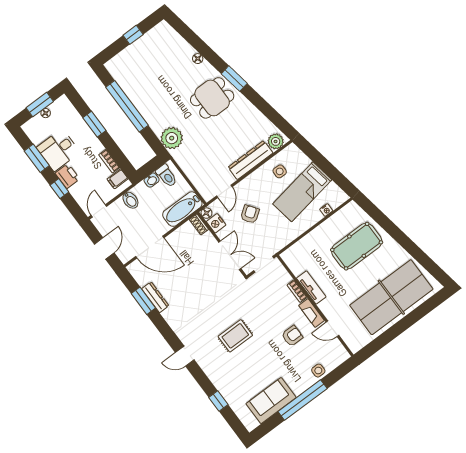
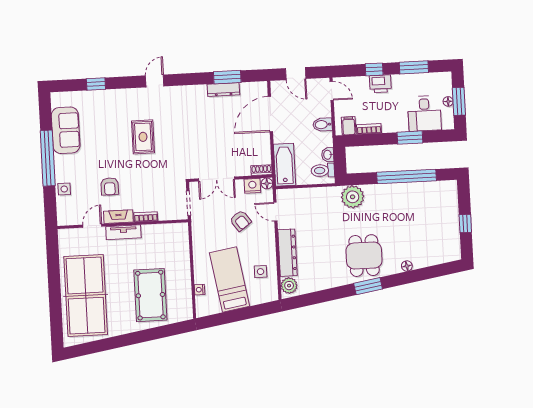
desk: (58, 150) -> (424, 113), moved, turned 180
tv unit: (311, 287) -> (123, 232), moved

